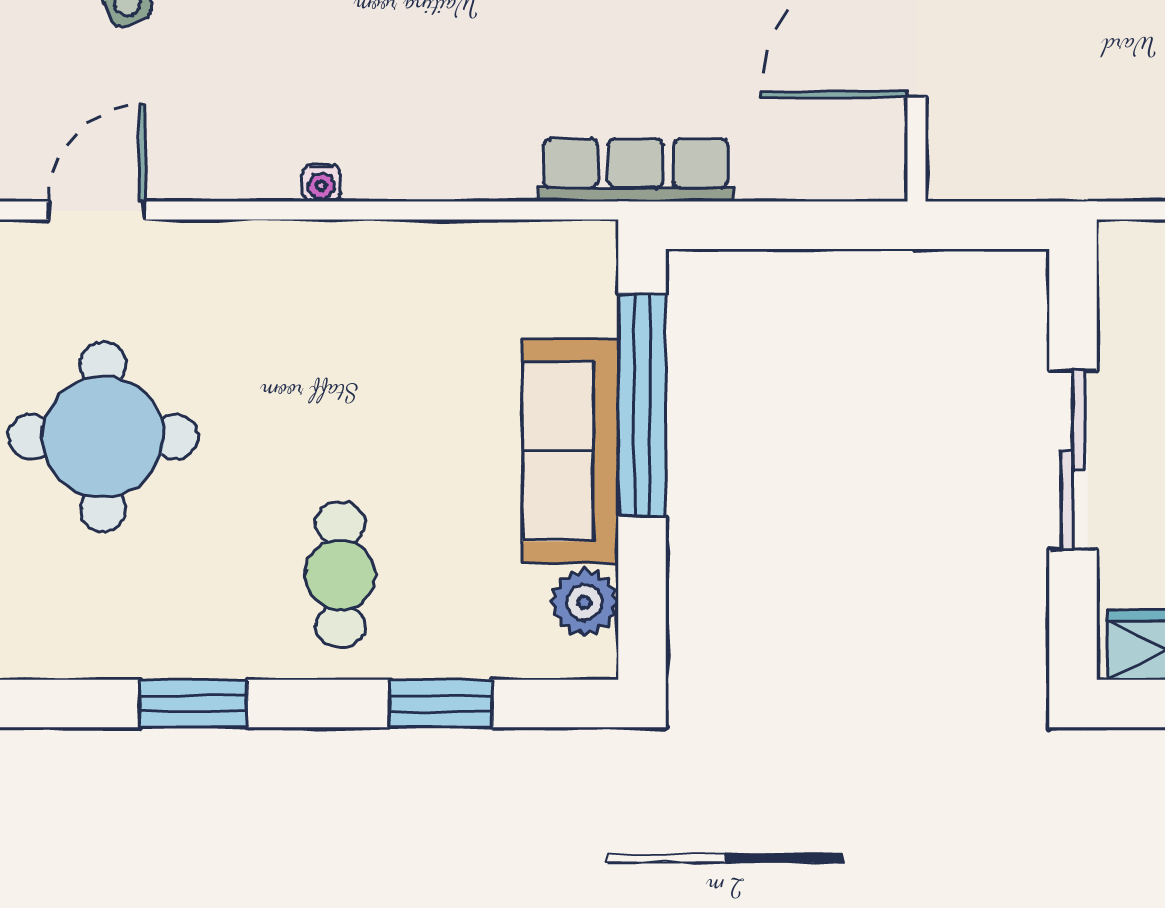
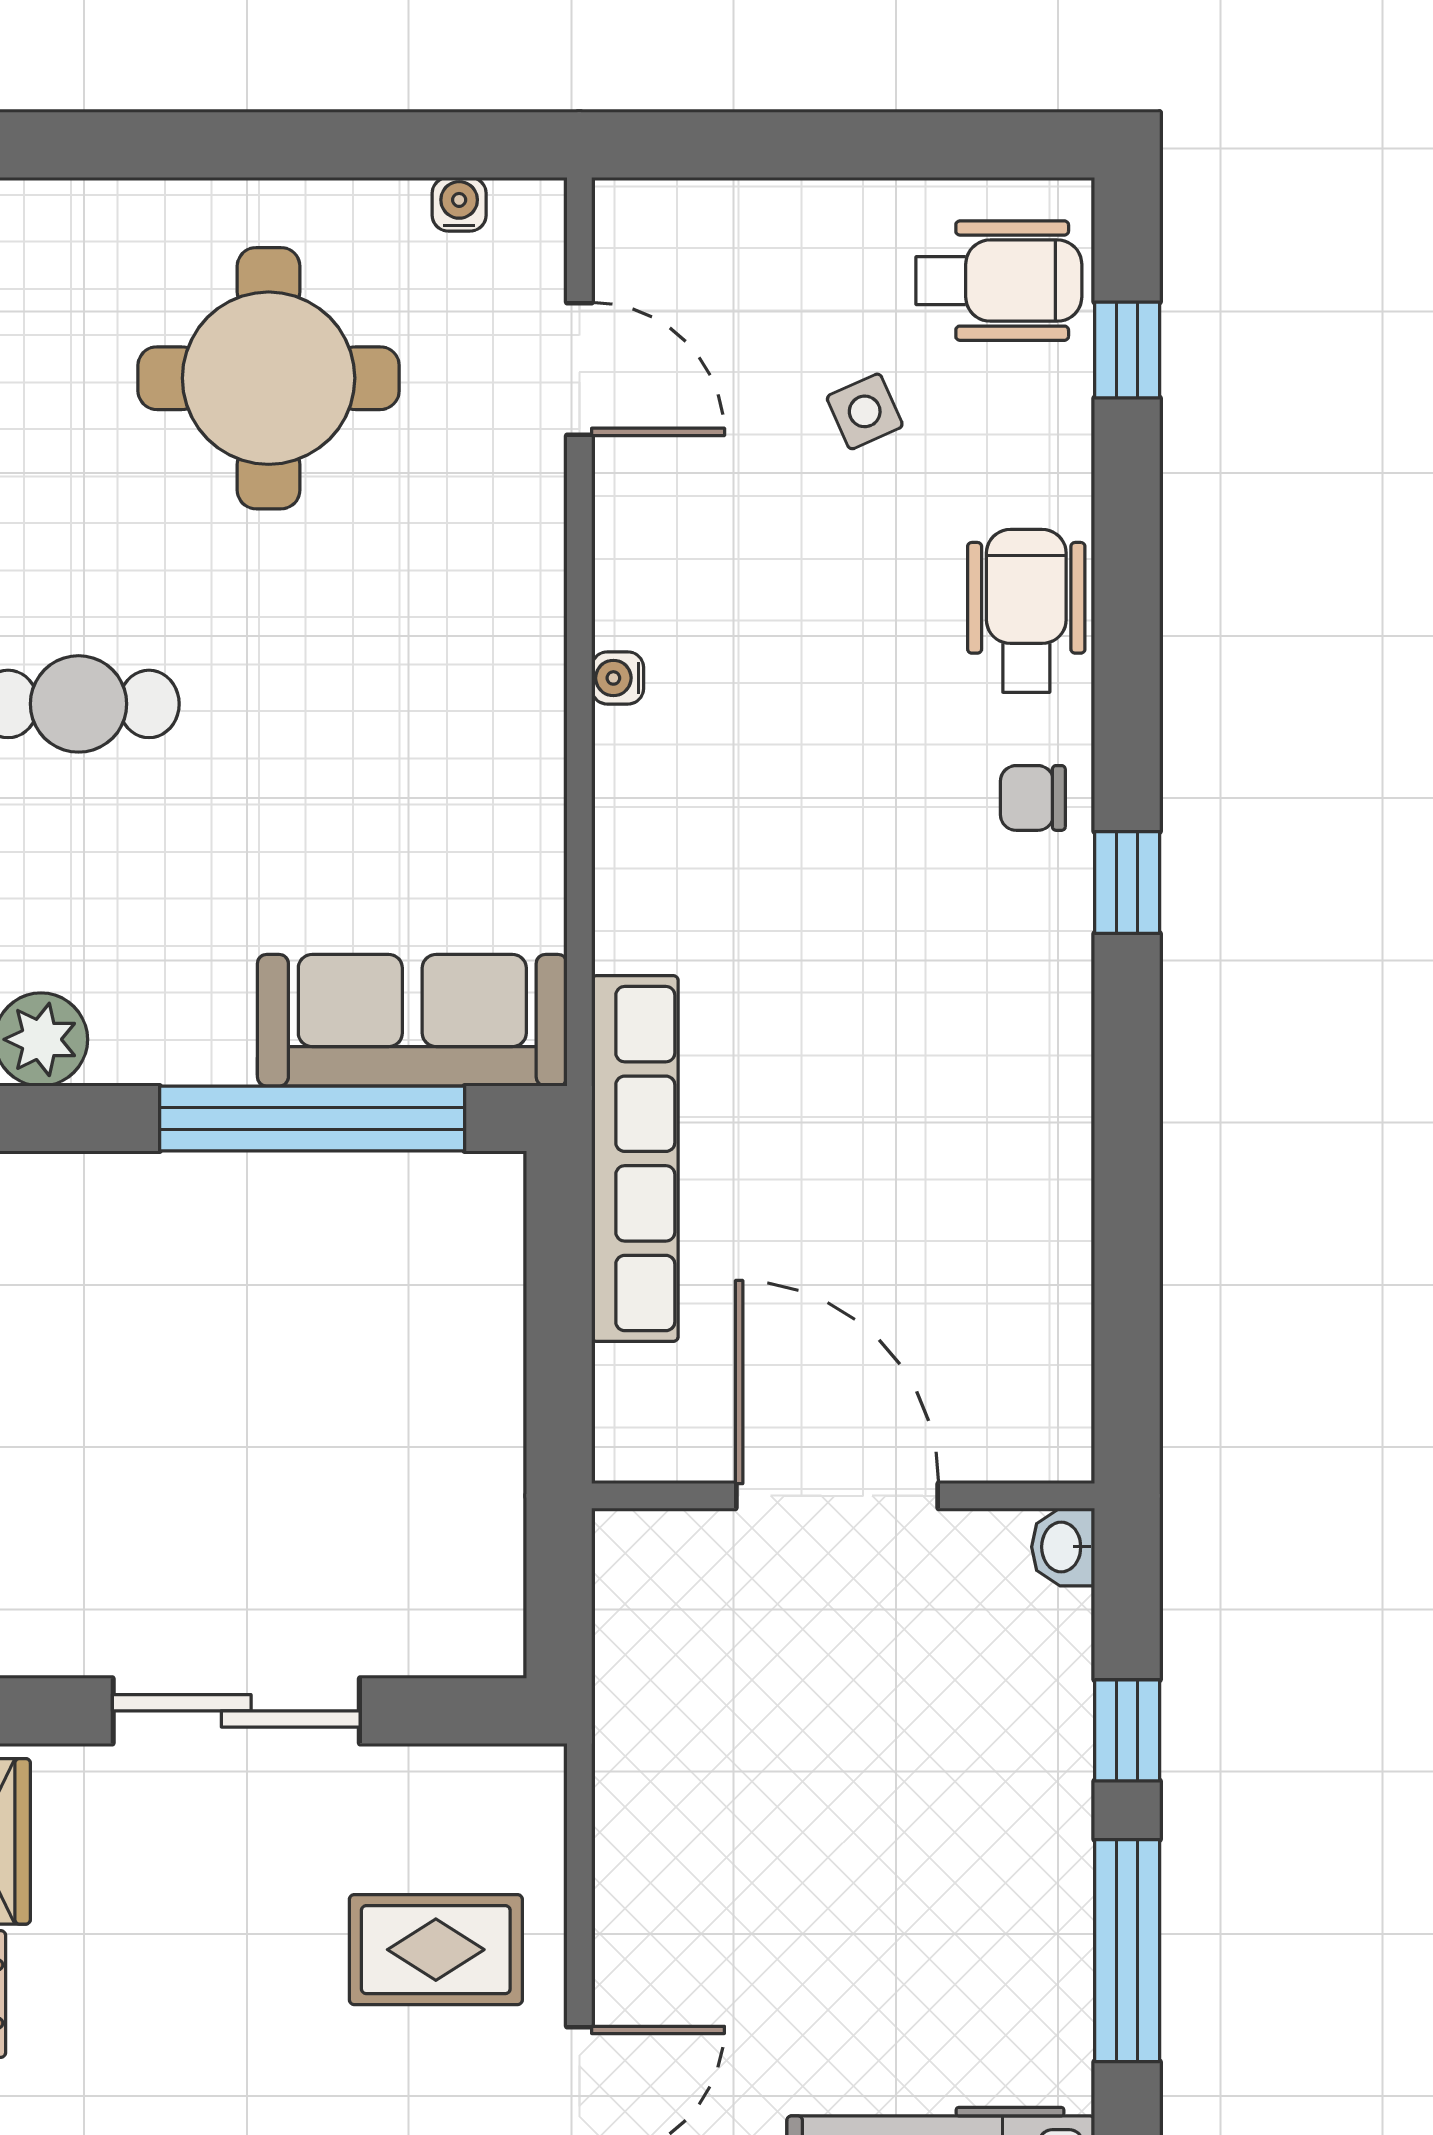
row of seats: (636, 170) -> (635, 1159), width x1.36
sofa: (570, 451) -> (412, 1020), moved

